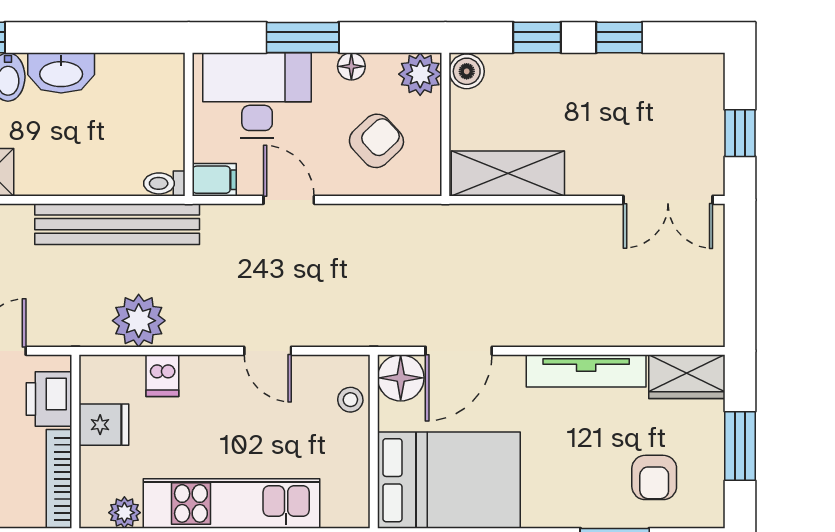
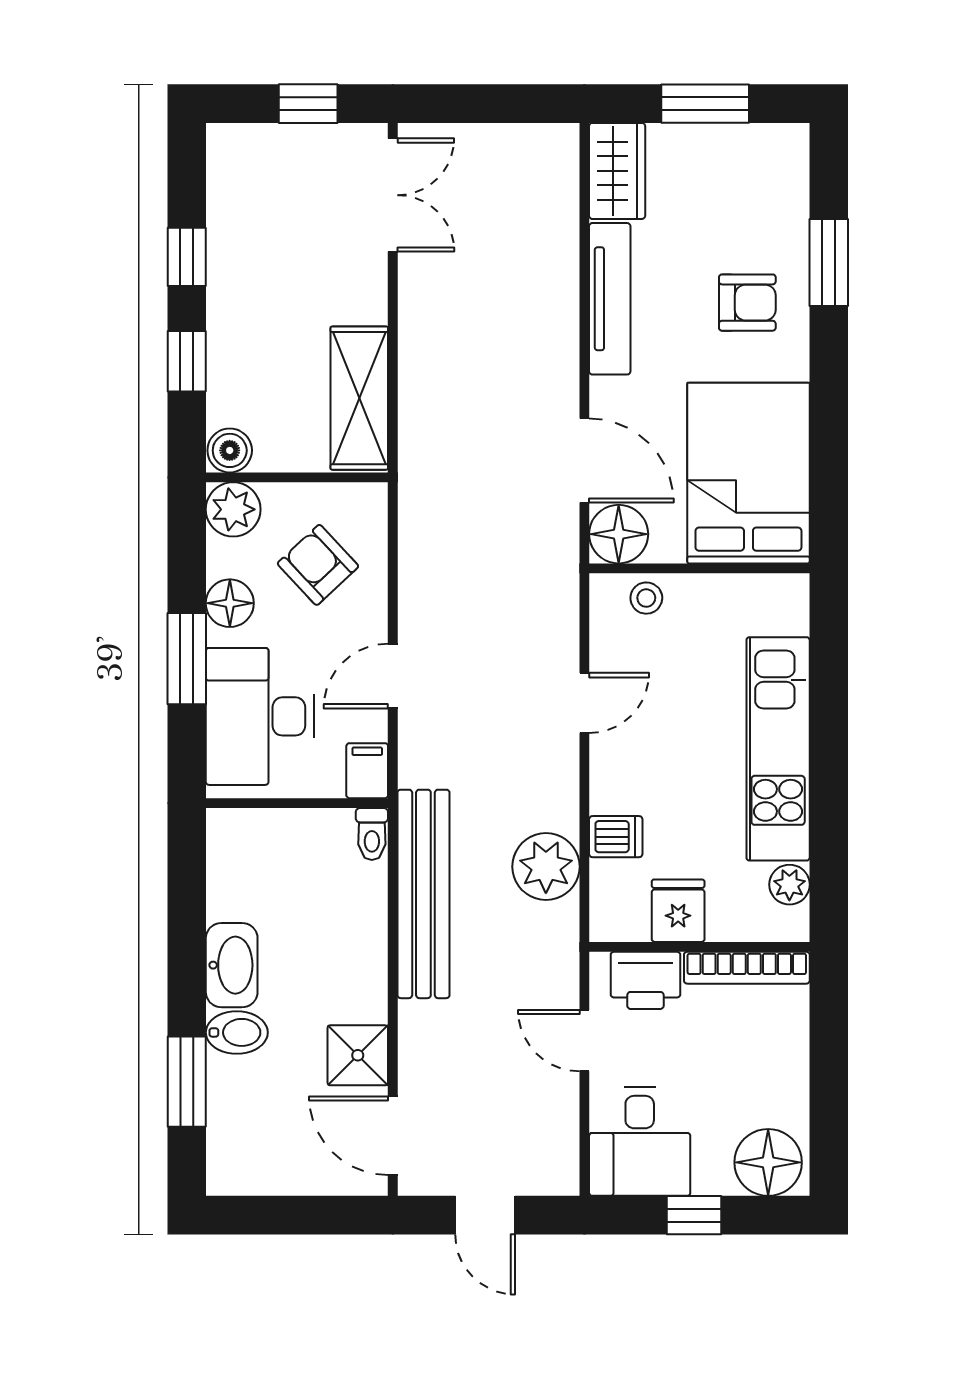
floor lamp: (351, 66) -> (230, 603), width x1.37, depth x1.37
armchair: (654, 477) -> (747, 303), moved

